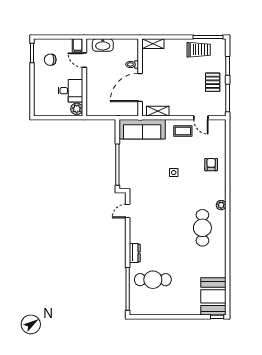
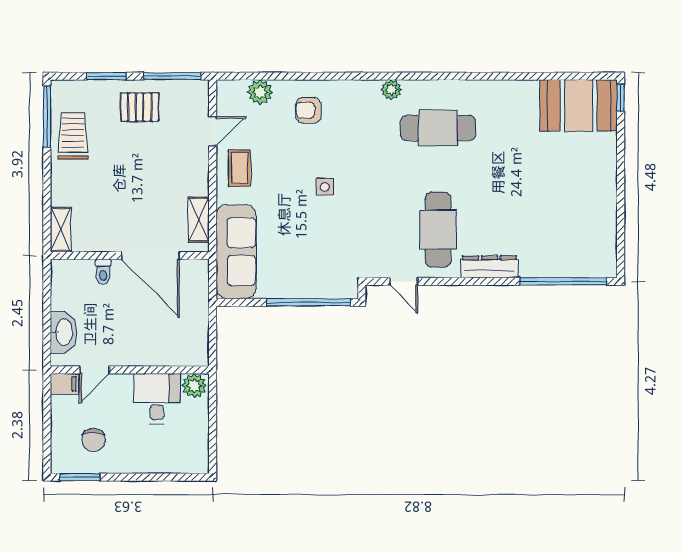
plant: (220, 141) -> (260, 92), added
dresser: (135, 253) -> (490, 267), width x1.44
cafe table: (153, 280) -> (438, 230), moved

